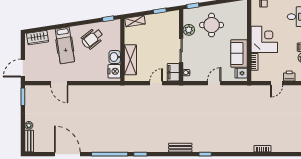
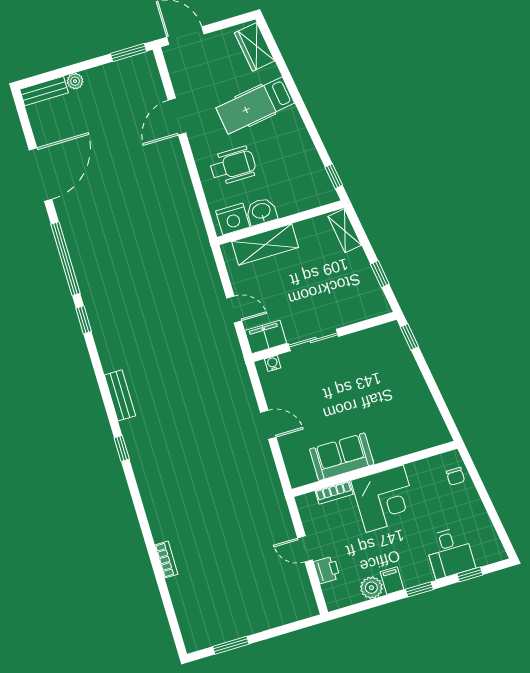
round table: (212, 25) -> (382, 385), removed
plant: (189, 30) -> (359, 343), removed
wheelchair: (92, 38) -> (233, 166), moved, turned 128
fridge: (241, 73) -> (304, 473), removed

